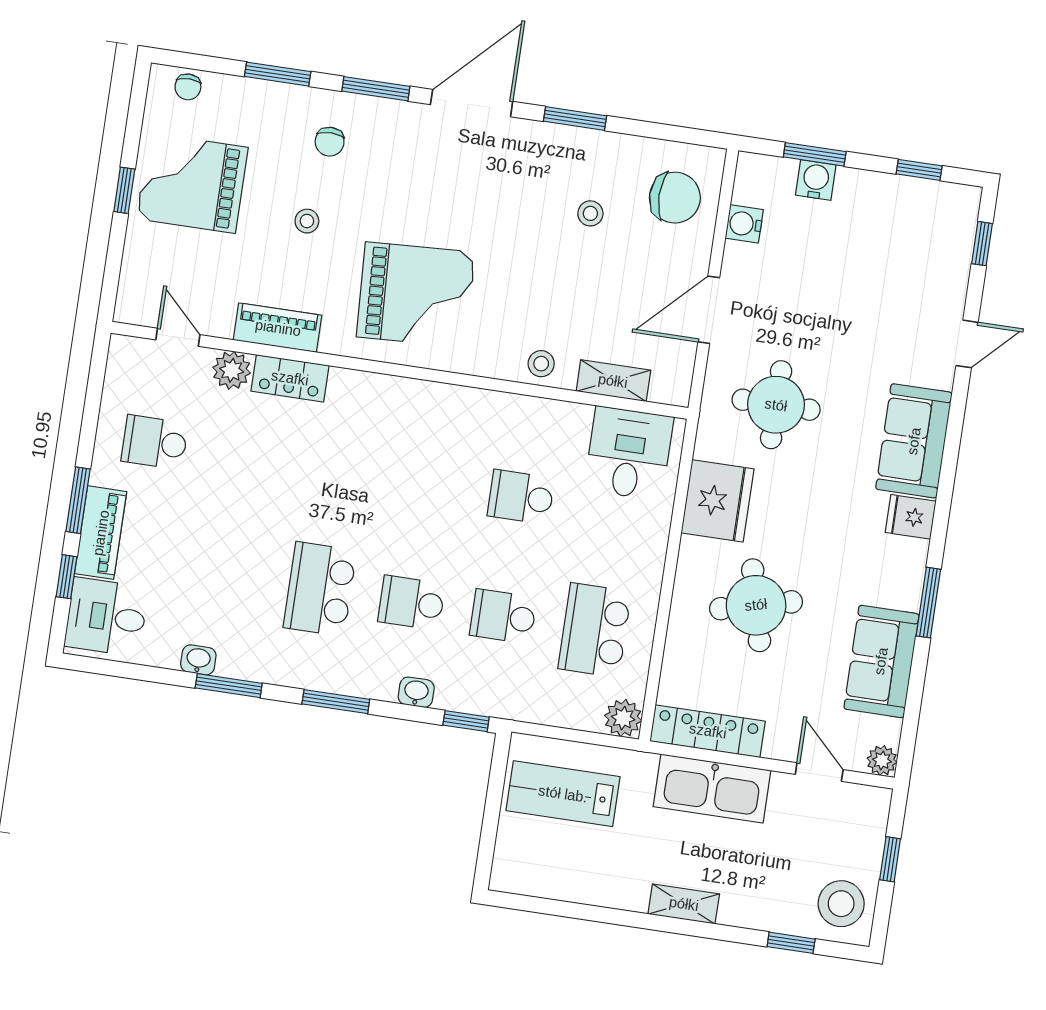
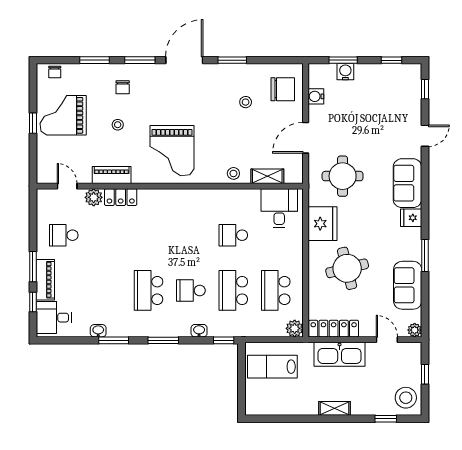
grand piano: (416, 295) -> (172, 151), turned 93
school desk: (503, 616) -> (233, 290), width x1.85

